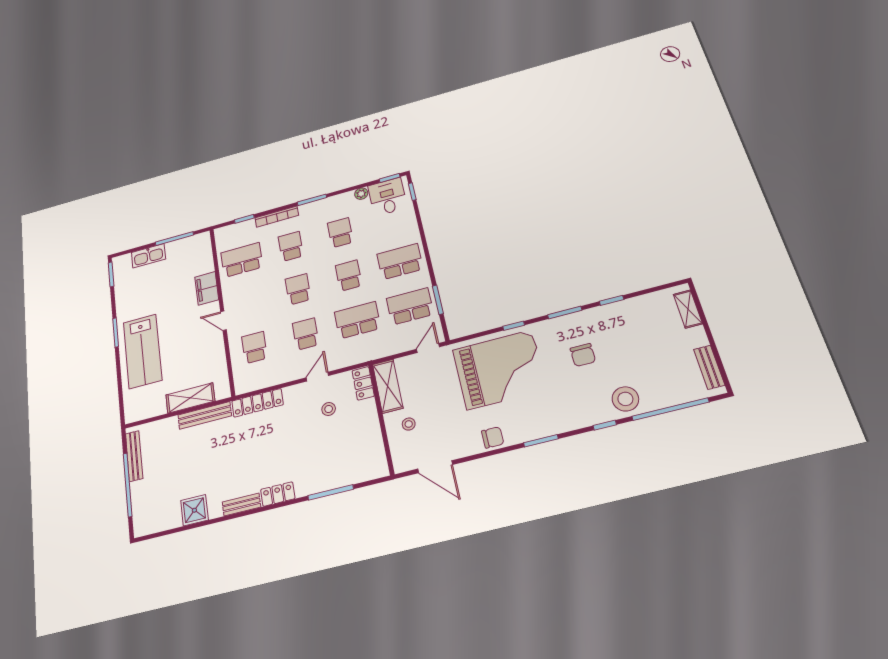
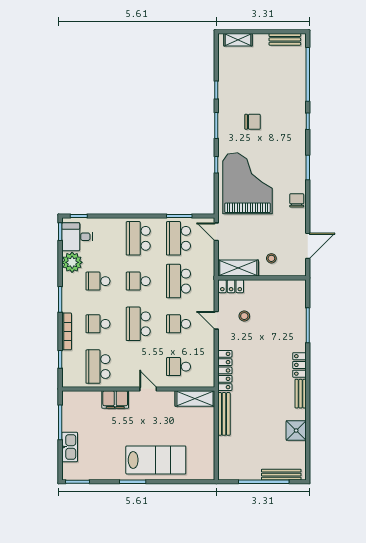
plant: (361, 194) -> (72, 262), width x1.88, depth x1.88
school desk: (298, 289) -> (138, 324), width x1.85
door: (223, 321) -> (148, 389), swing flipped
shelving: (190, 398) -> (195, 399), moved, turned 90
stool: (625, 399) -> (293, 102), removed
bench: (134, 456) -> (281, 475), moved

